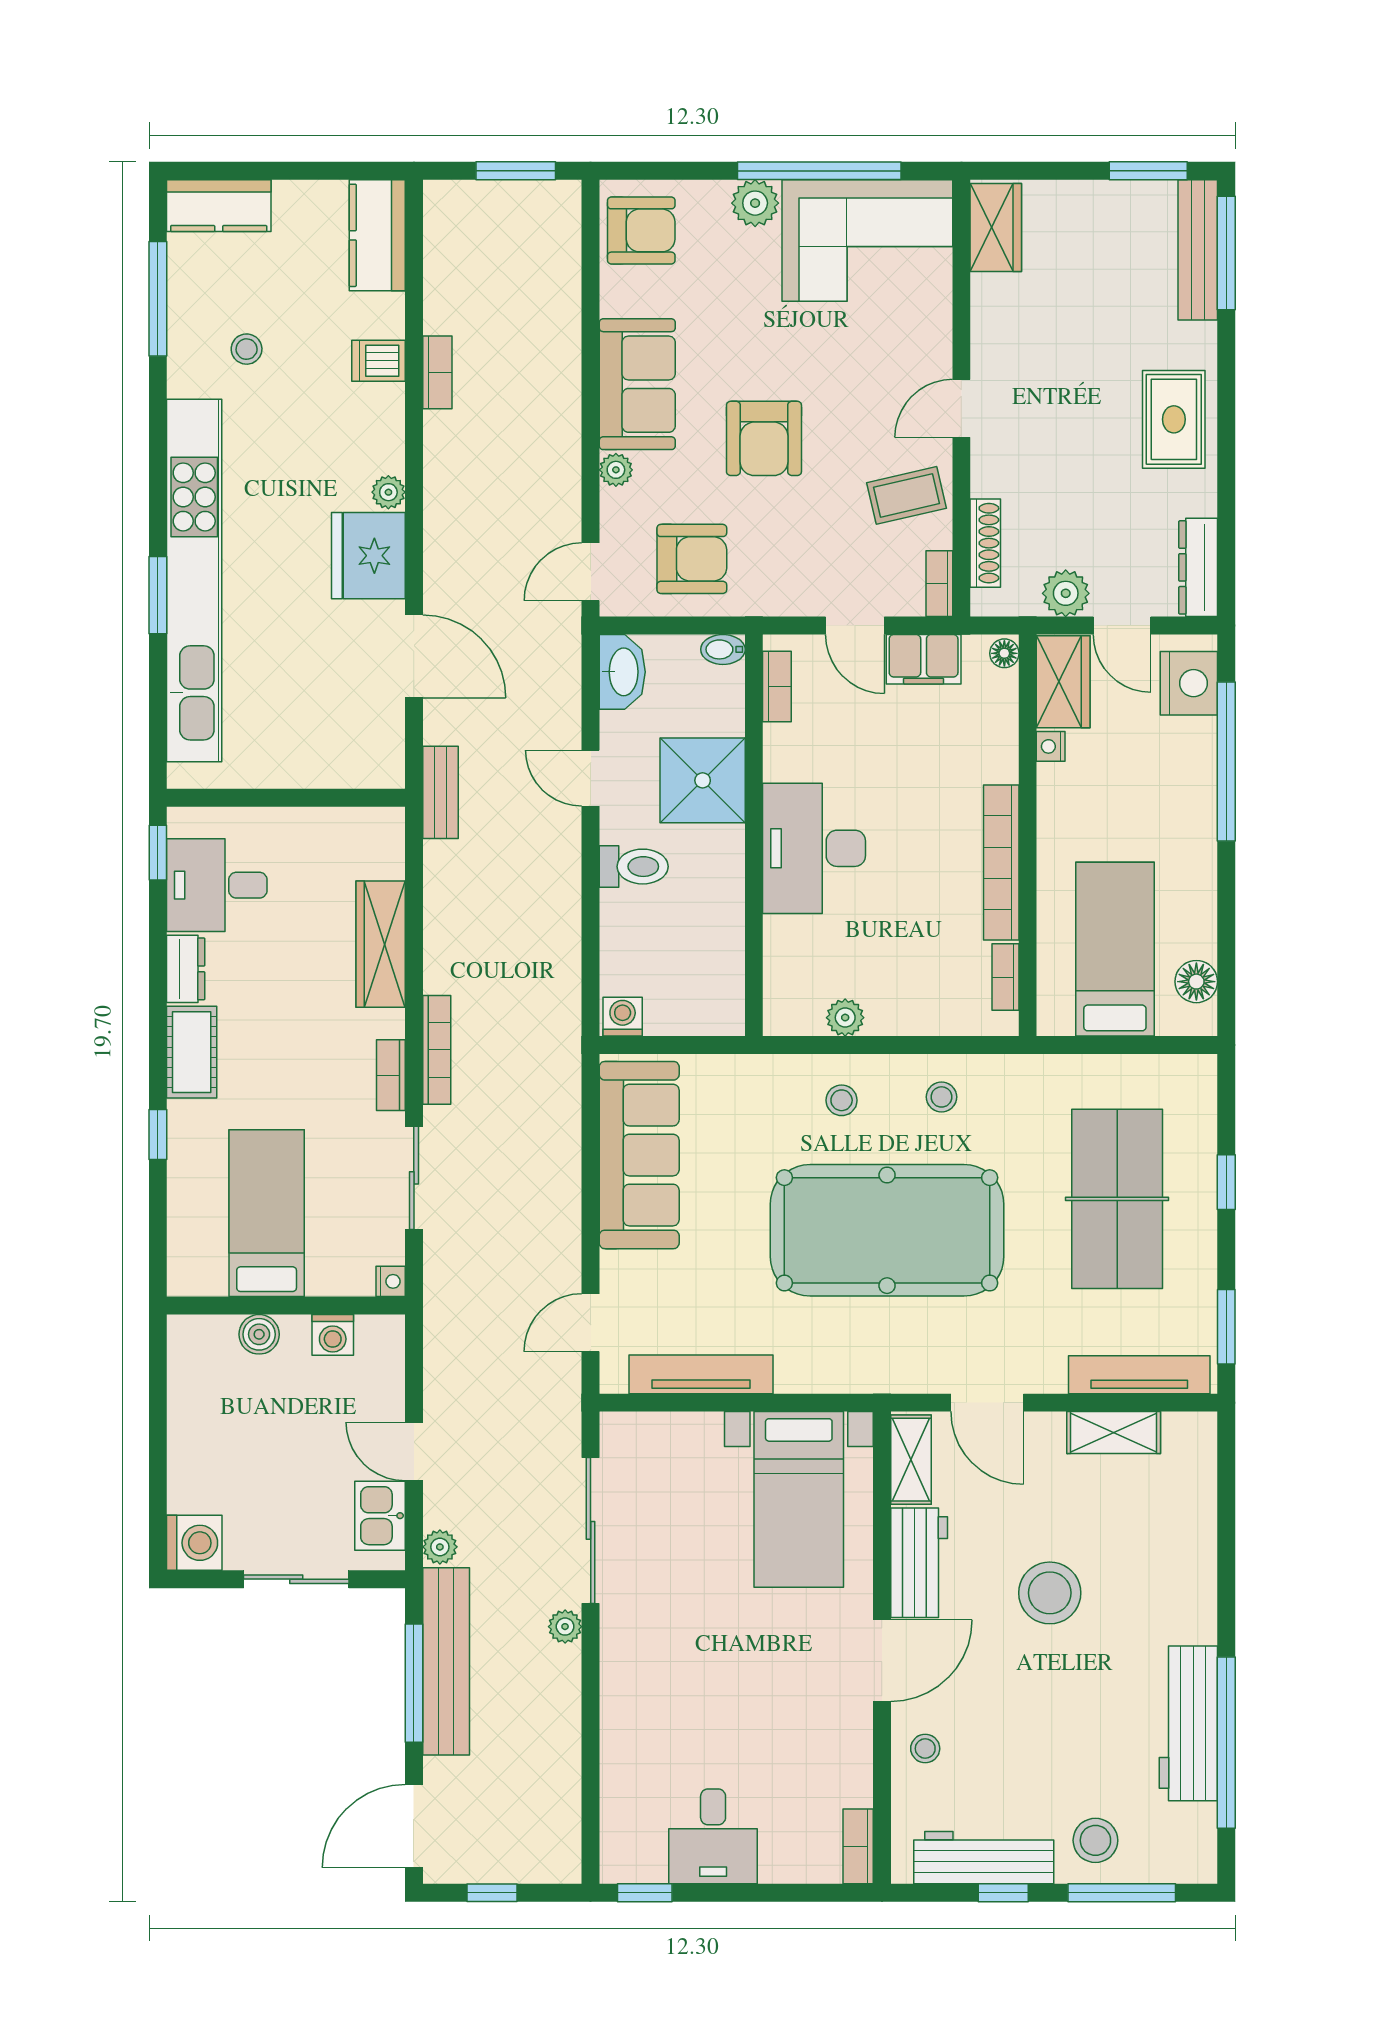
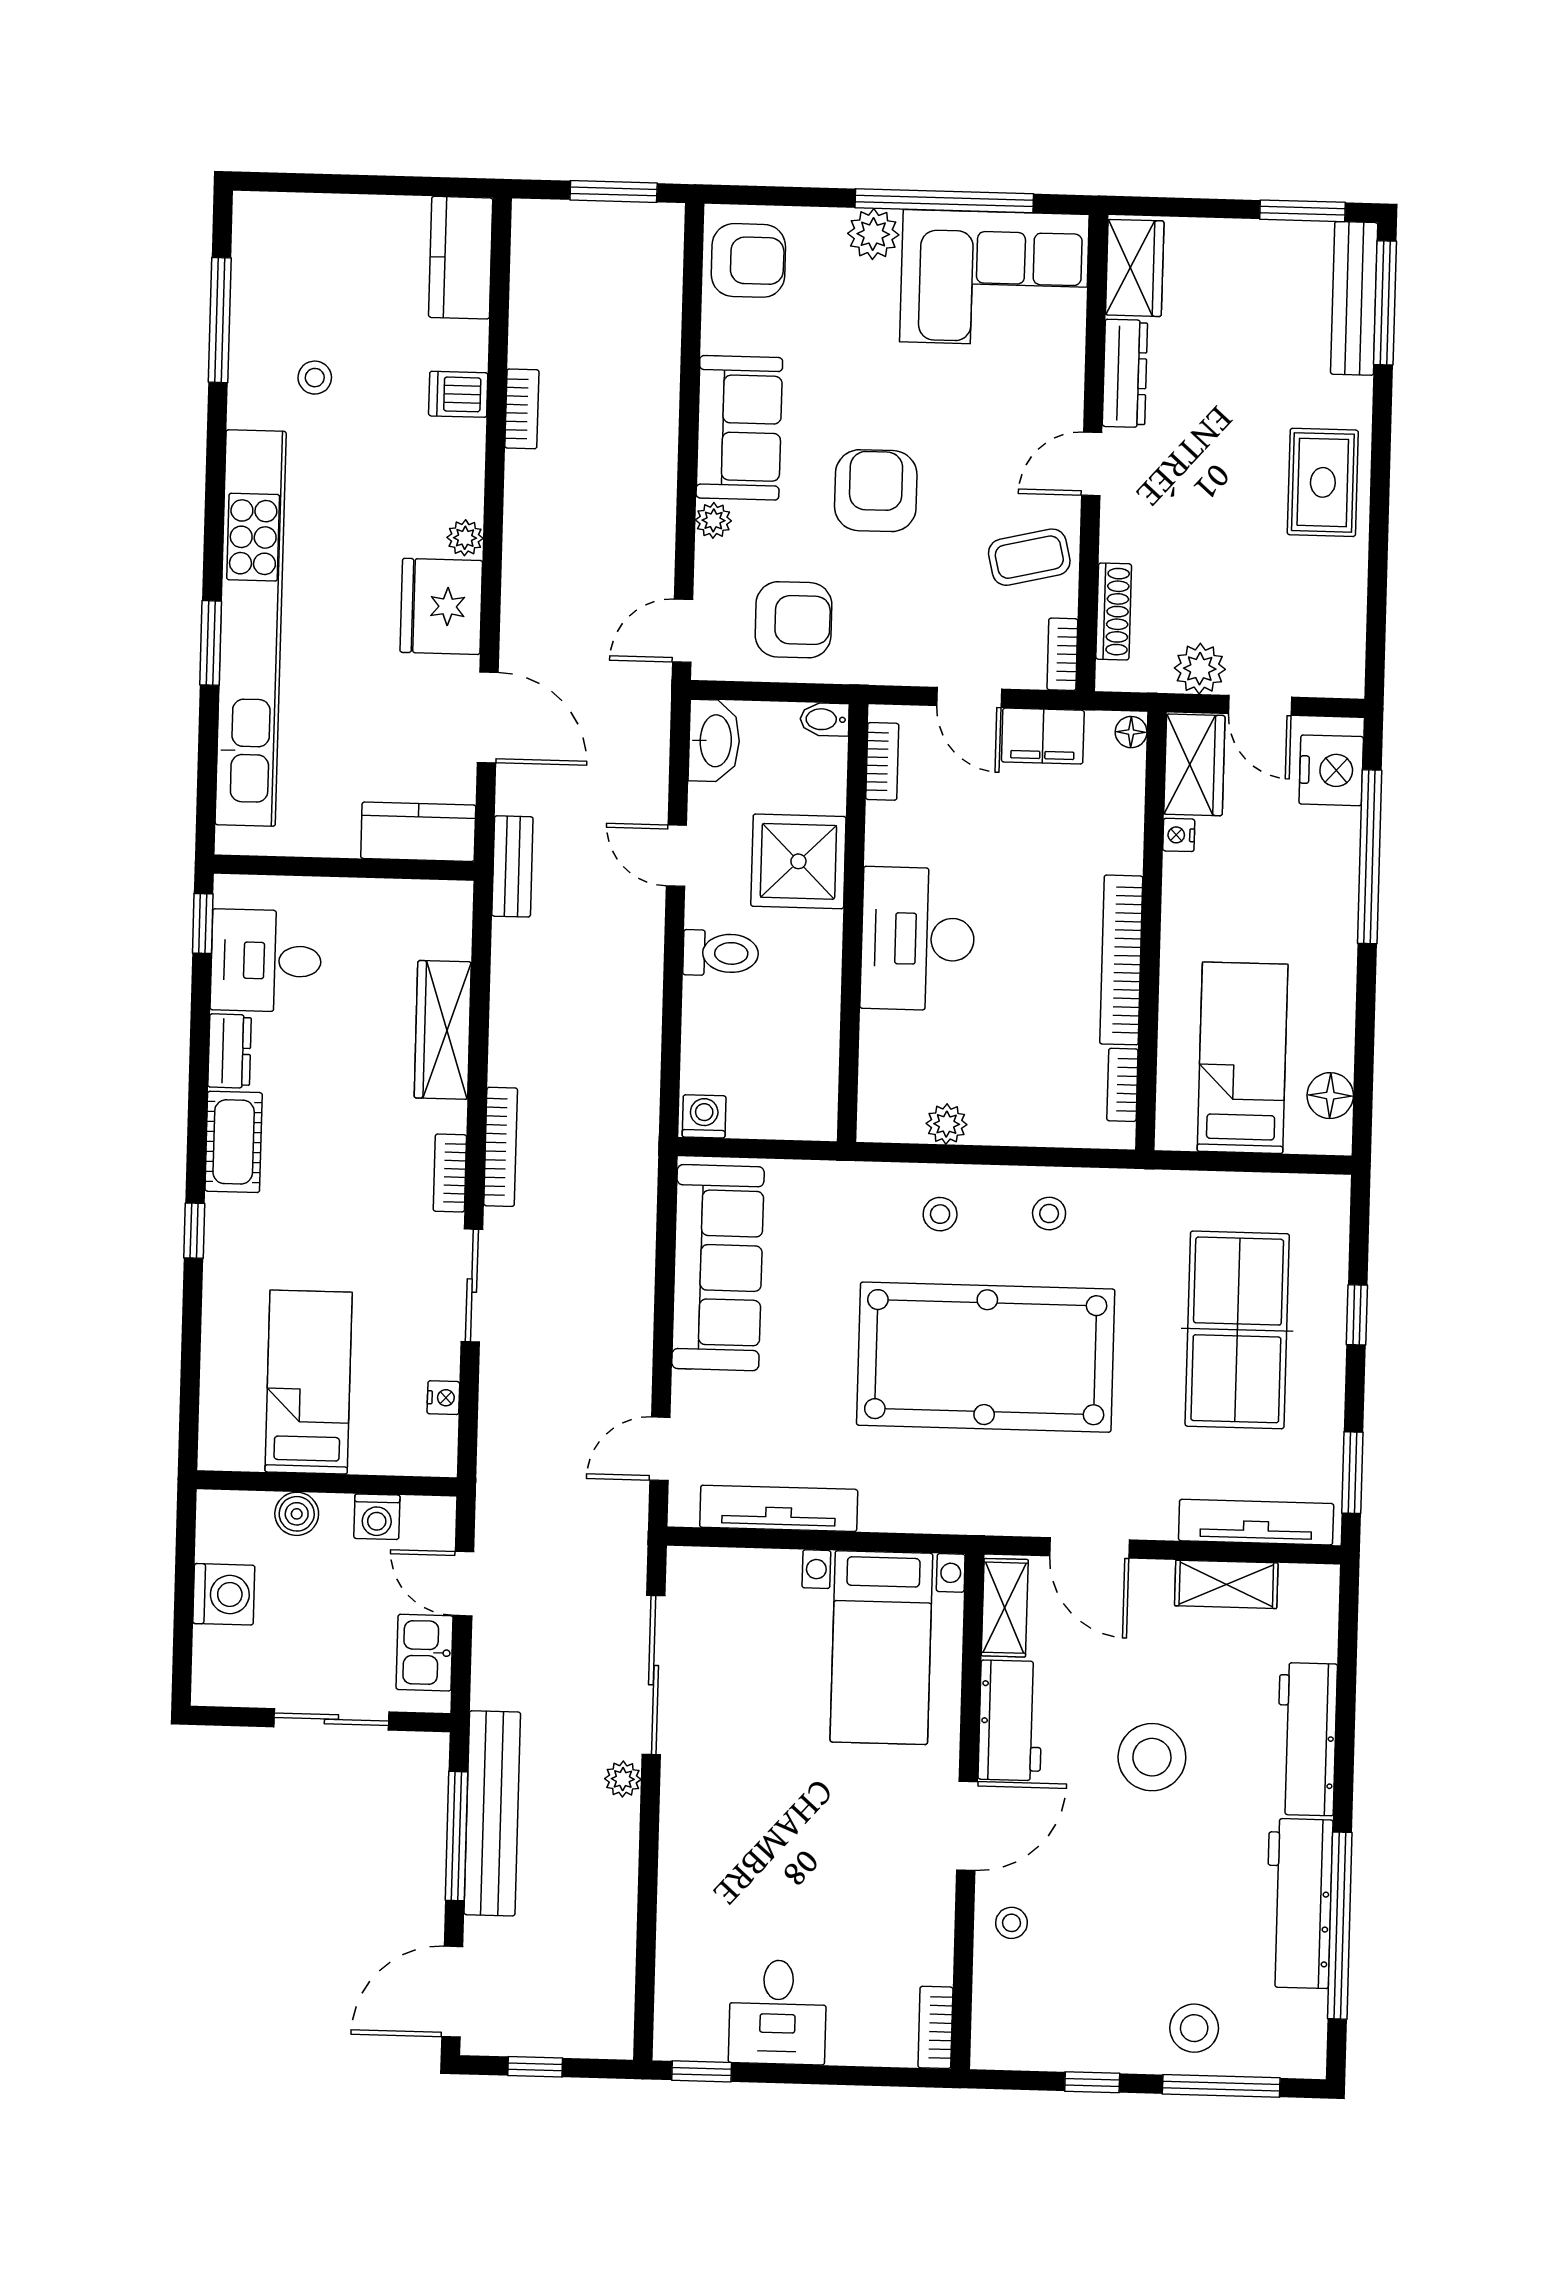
kitchen counter: (219, 206) -> (418, 832), moved, turned 180
armchair: (764, 438) -> (876, 491), turned 180
dresser: (1198, 567) -> (1125, 373), moved, turned 180
bed: (267, 1213) -> (309, 1382), moved
wall: (286, 1306) -> (327, 1483), moved
boiler: (259, 1334) -> (297, 1514), moved
washing machine: (333, 1335) -> (377, 1517), moved
washing machine: (194, 1543) -> (224, 1594), moved
plant: (440, 1547) -> (489, 1689), removed
workbench: (984, 1858) -> (1307, 1739), moved, turned -90

